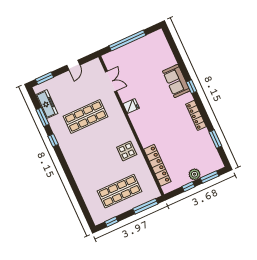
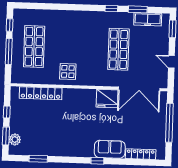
double door: (111, 81) -> (139, 89), width x1.87
fridge: (131, 106) -> (107, 98), width x1.88, depth x1.34
locker: (196, 115) -> (141, 154), moved
plant: (195, 174) -> (15, 139), moved
window: (145, 206) -> (9, 51), moved

